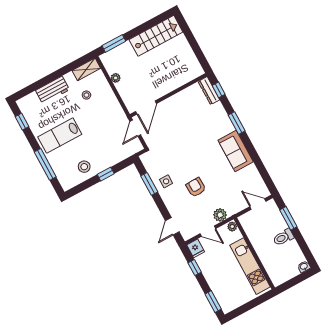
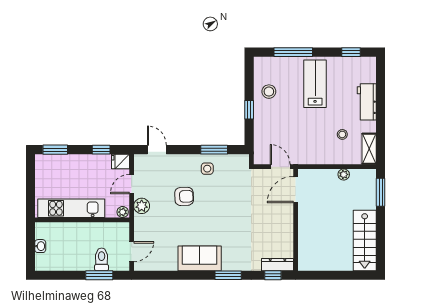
door: (146, 107) -> (296, 190), hinge flipped
toilet: (283, 237) -> (102, 259), moved
washbasin: (304, 267) -> (40, 246), moved

